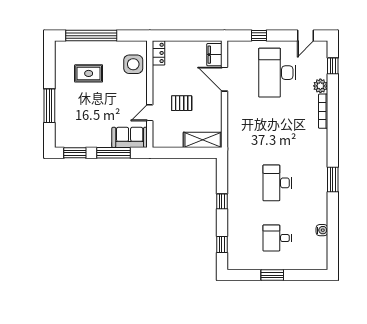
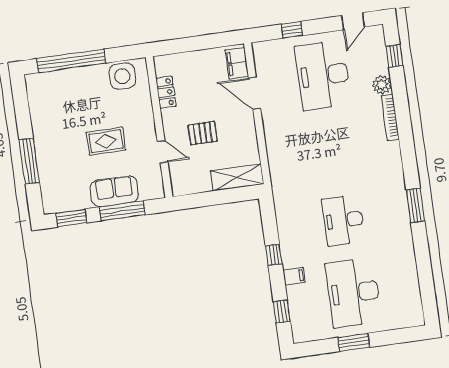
locker: (159, 53) -> (166, 92), moved
side table: (133, 64) -> (122, 76), moved
rug: (89, 73) -> (106, 141), moved
door: (150, 113) -> (163, 152), swing flipped
sofa: (130, 137) -> (114, 191), moved
filing cabinet: (235, 220) -> (294, 276), added
water cooler: (322, 230) -> (411, 274), removed
desk: (277, 238) -> (353, 293), width x1.87, depth x1.30

